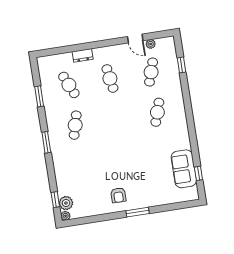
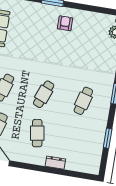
cafe table: (69, 85) -> (44, 94), moved, turned 45

